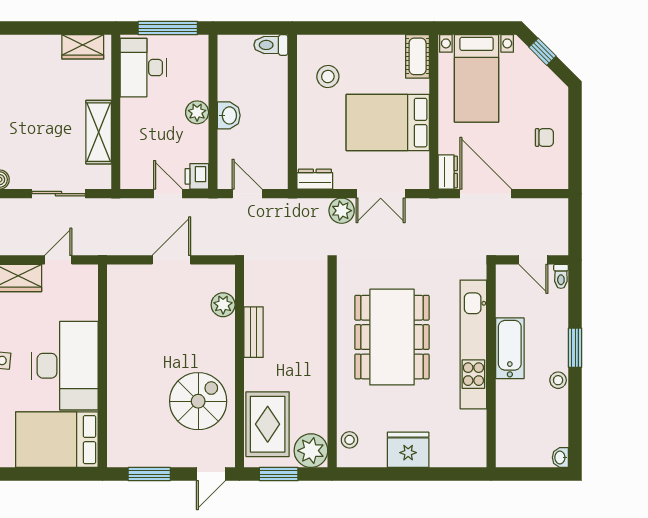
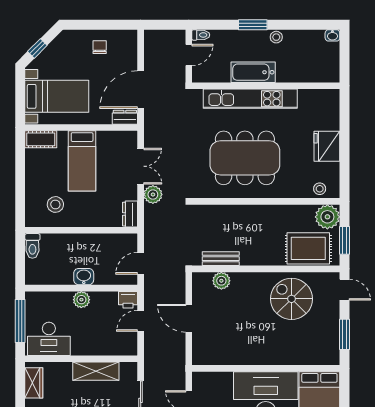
bed: (388, 123) -> (82, 161), width x0.67
bench: (253, 332) -> (221, 259), moved

